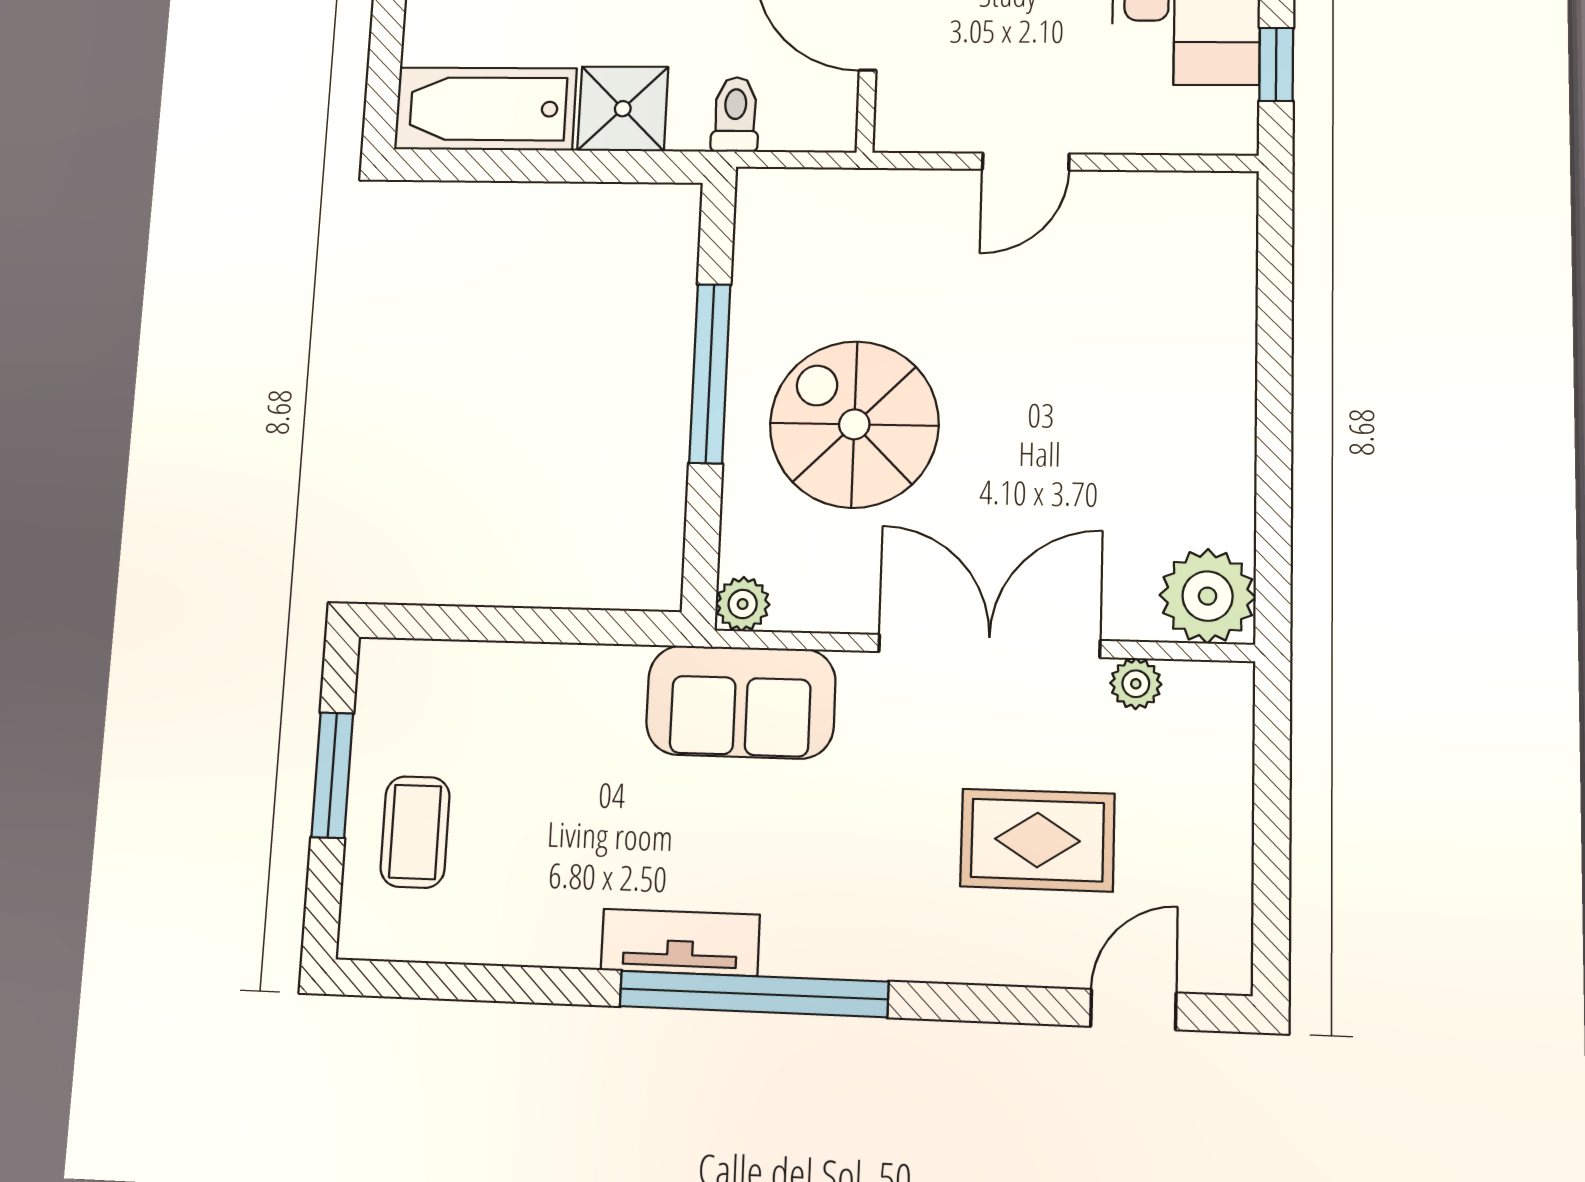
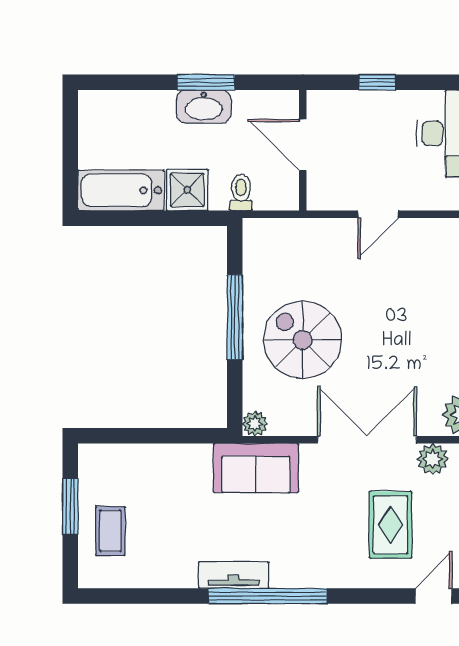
plant: (1136, 684) -> (433, 459), width x1.38, depth x1.38
rug: (1037, 840) -> (391, 525), turned 90

